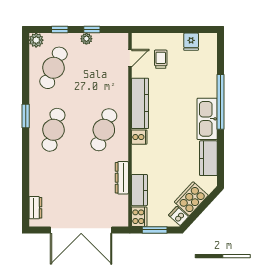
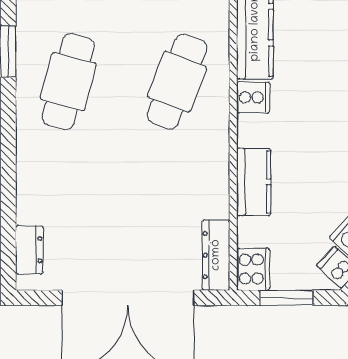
dresser: (122, 178) -> (216, 255), moved
kitchen counter: (139, 190) -> (254, 182), moved

